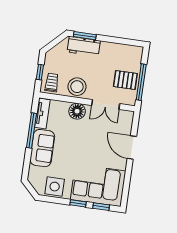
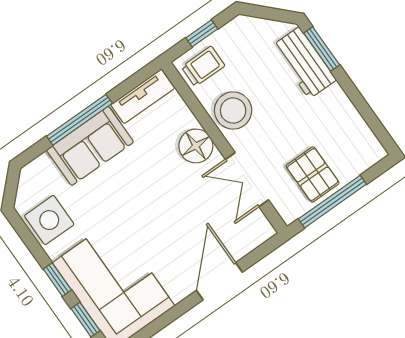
window: (31, 131) -> (79, 120), moved

